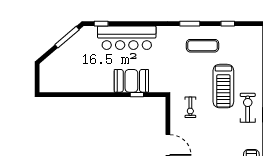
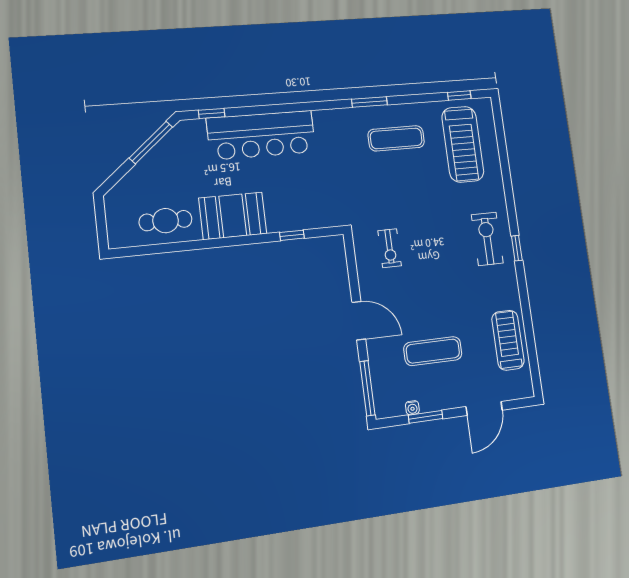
window: (228, 24) -> (459, 95), moved
cafe table: (70, 80) -> (166, 221), added
booth: (131, 81) -> (233, 216), moved
treadmill: (223, 86) -> (463, 144), moved

